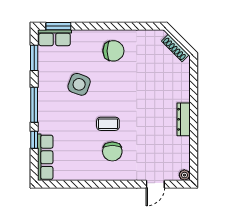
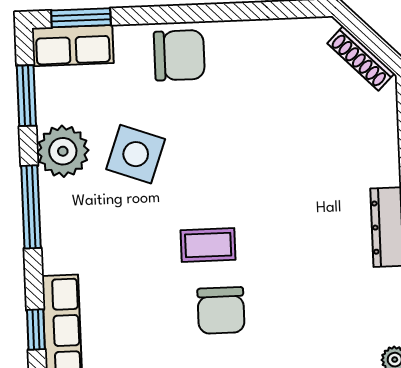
chair: (113, 51) -> (179, 55), moved
plant: (49, 82) -> (63, 151), added
window: (34, 140) -> (36, 330), moved

